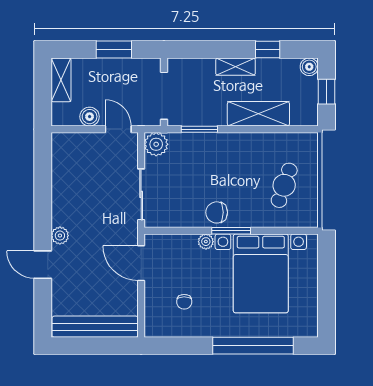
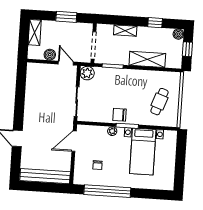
shelving: (236, 67) -> (125, 31), moved
plant: (60, 236) -> (28, 122), removed
door: (141, 263) -> (74, 141), hinge flipped
bed with nightstands: (261, 273) -> (143, 152), width x0.73
window: (253, 346) -> (107, 191), moved

